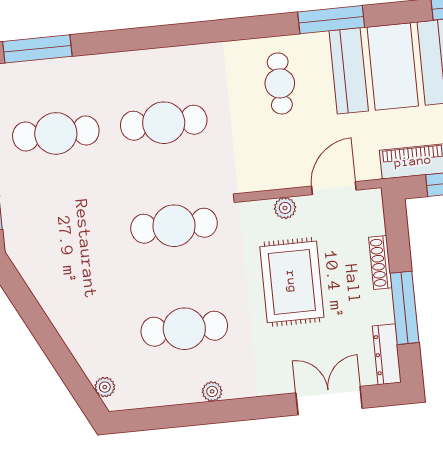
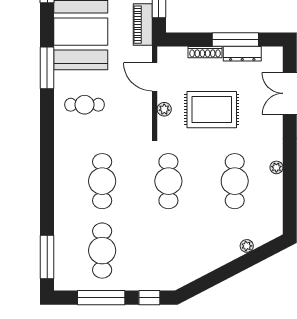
dresser: (387, 354) -> (242, 54), moved
plant: (105, 387) -> (247, 246), moved

